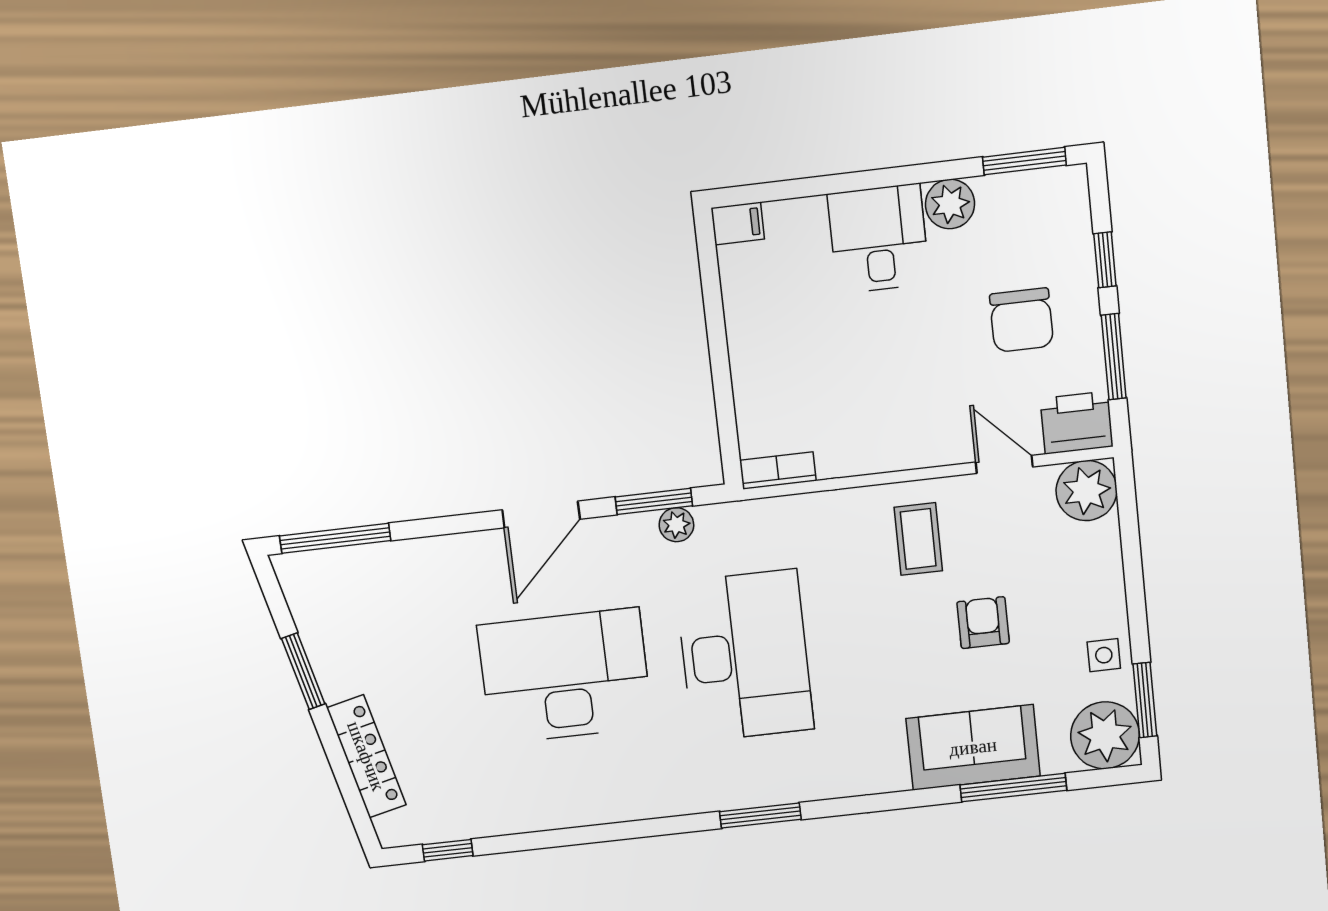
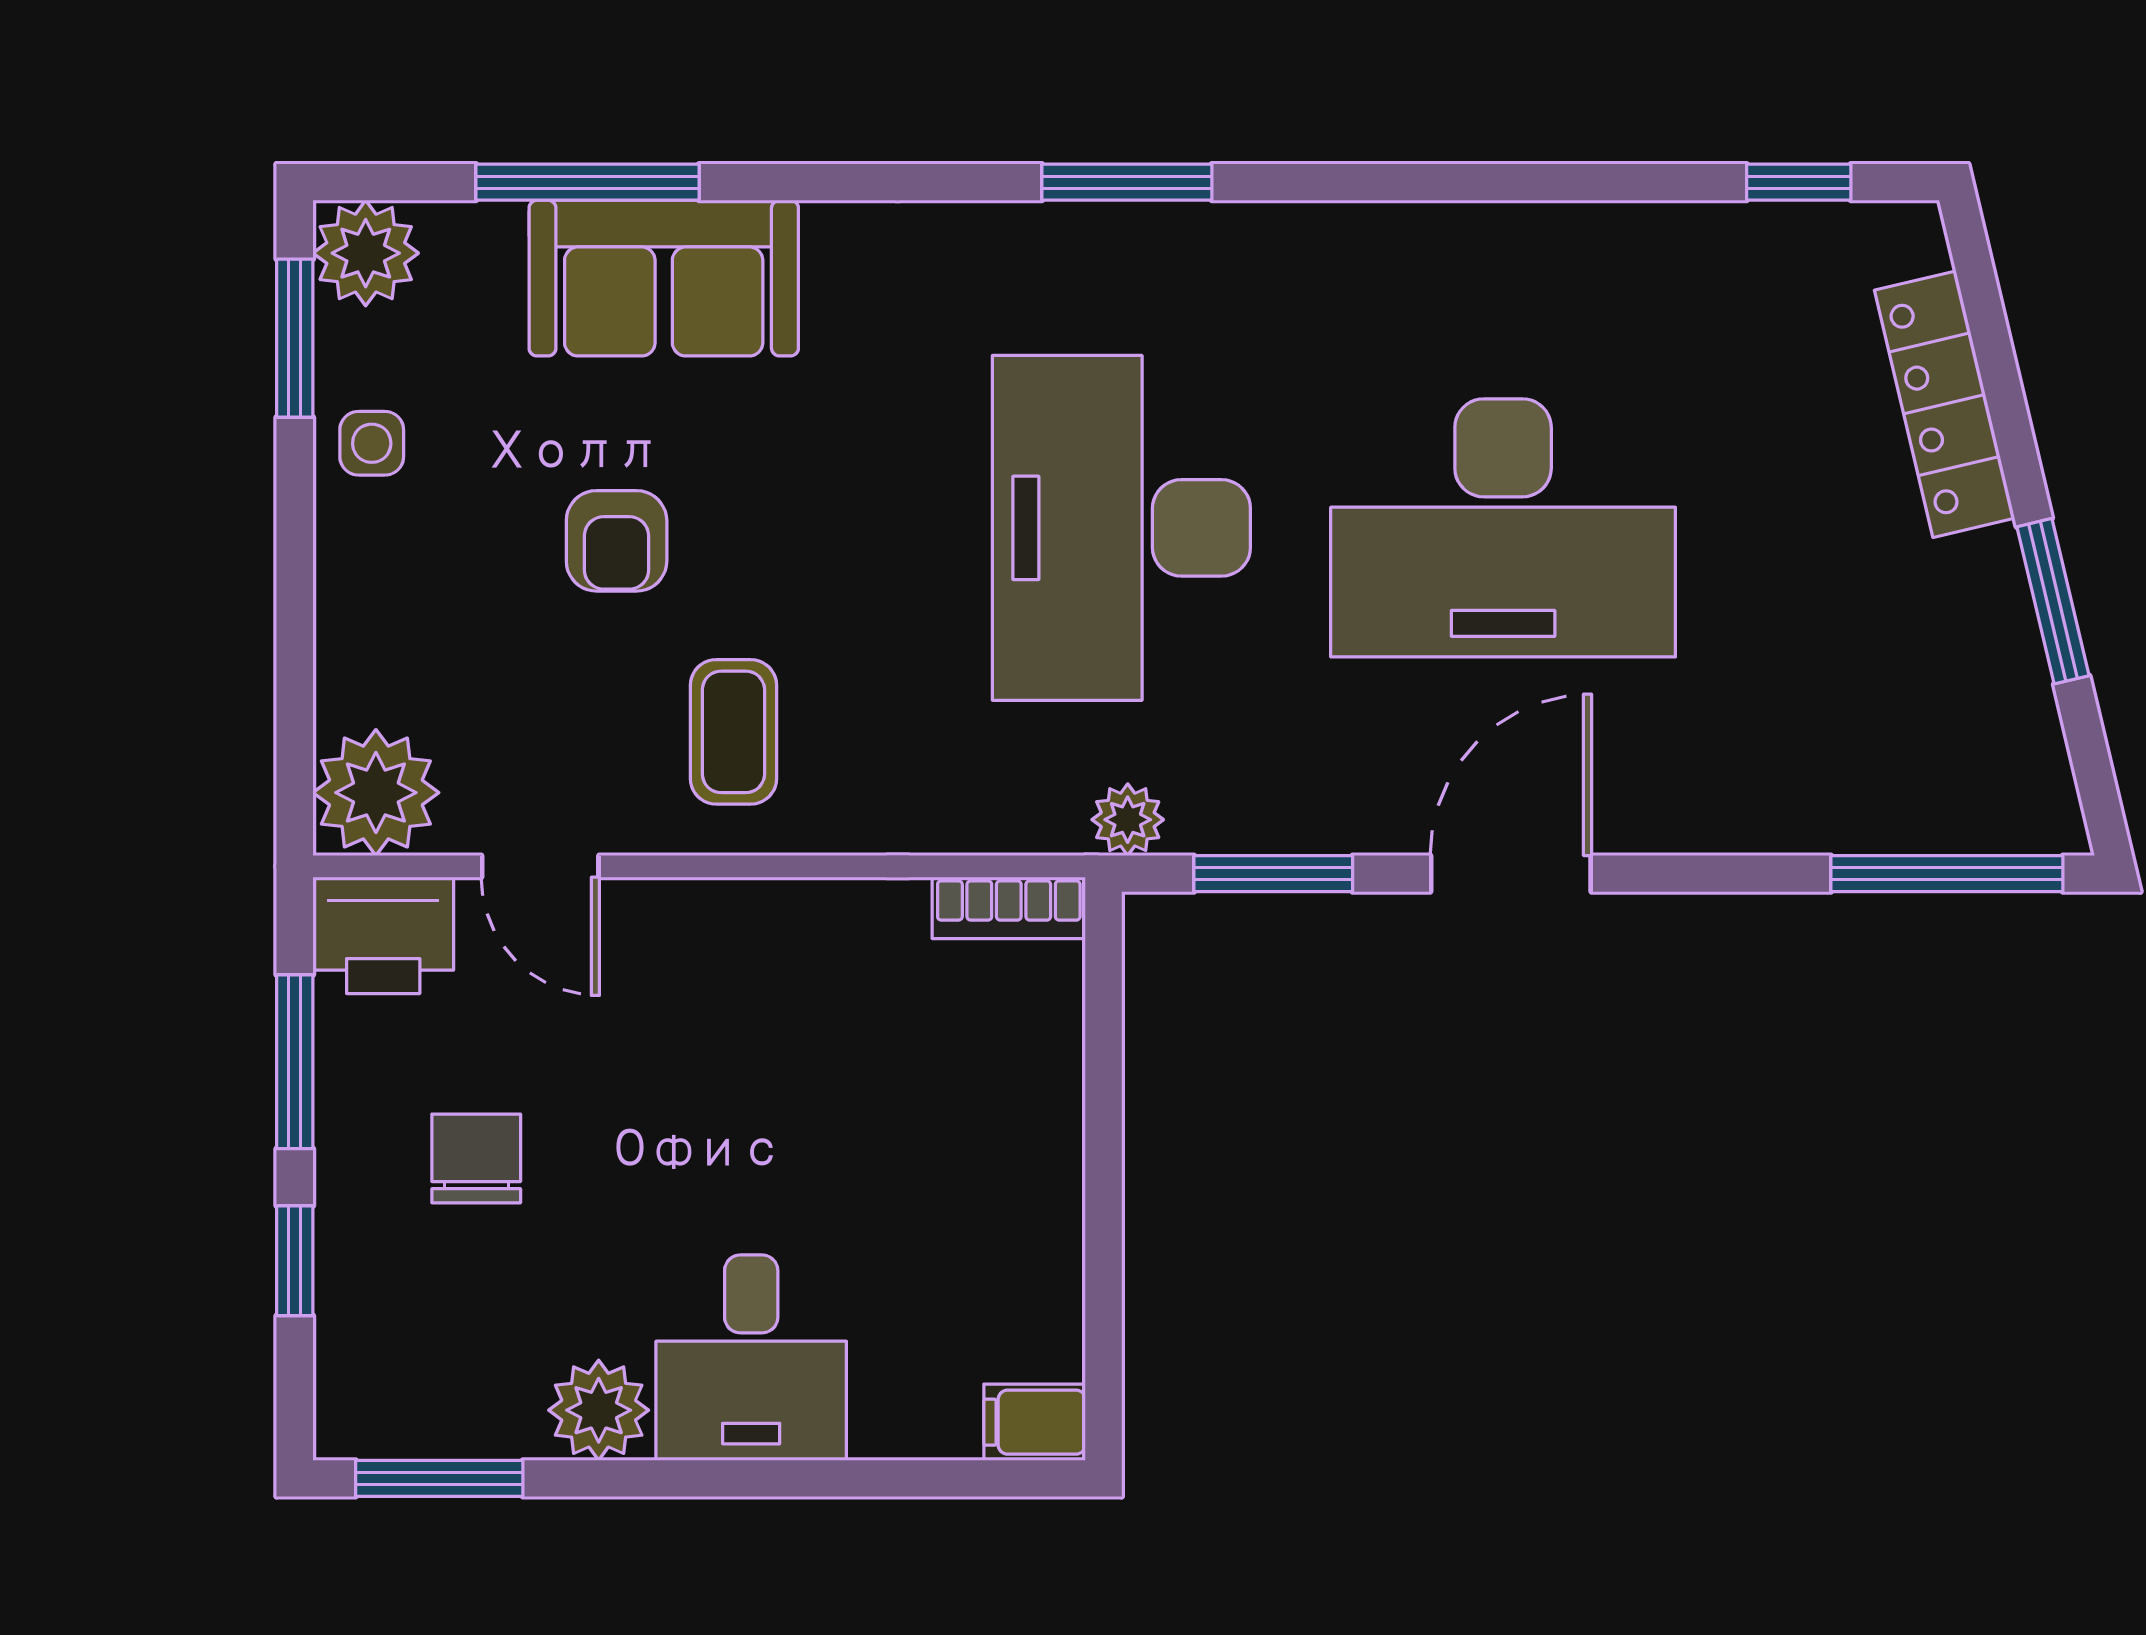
chair: (1022, 320) -> (476, 1158), width x0.73, depth x0.73
plant: (676, 525) -> (1128, 820), moved
plant: (1105, 735) -> (366, 253), width x0.73, depth x0.73

